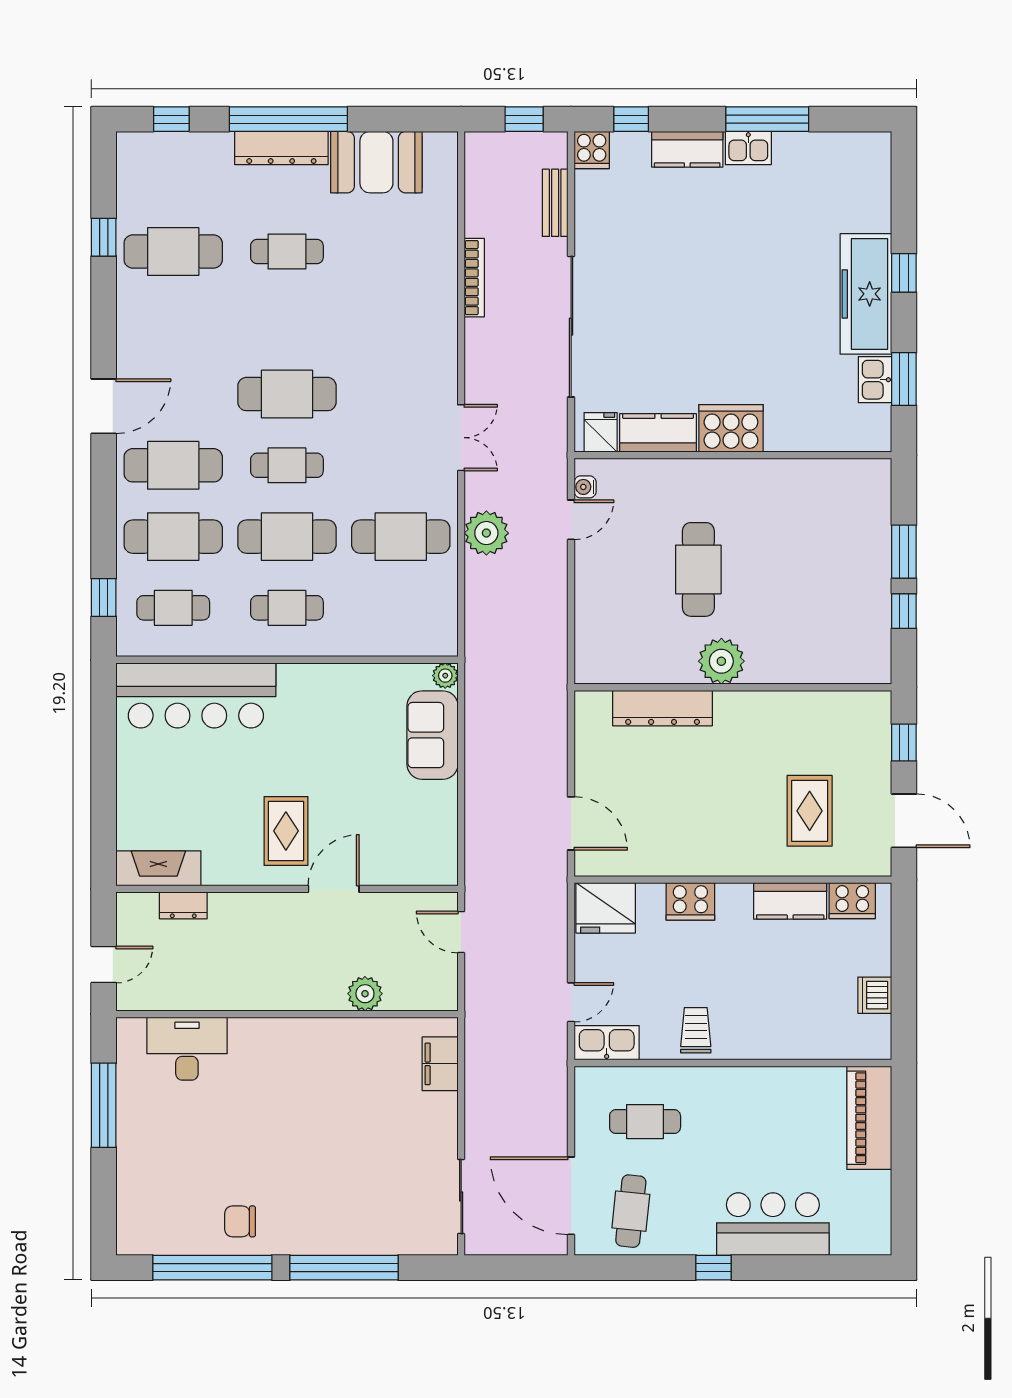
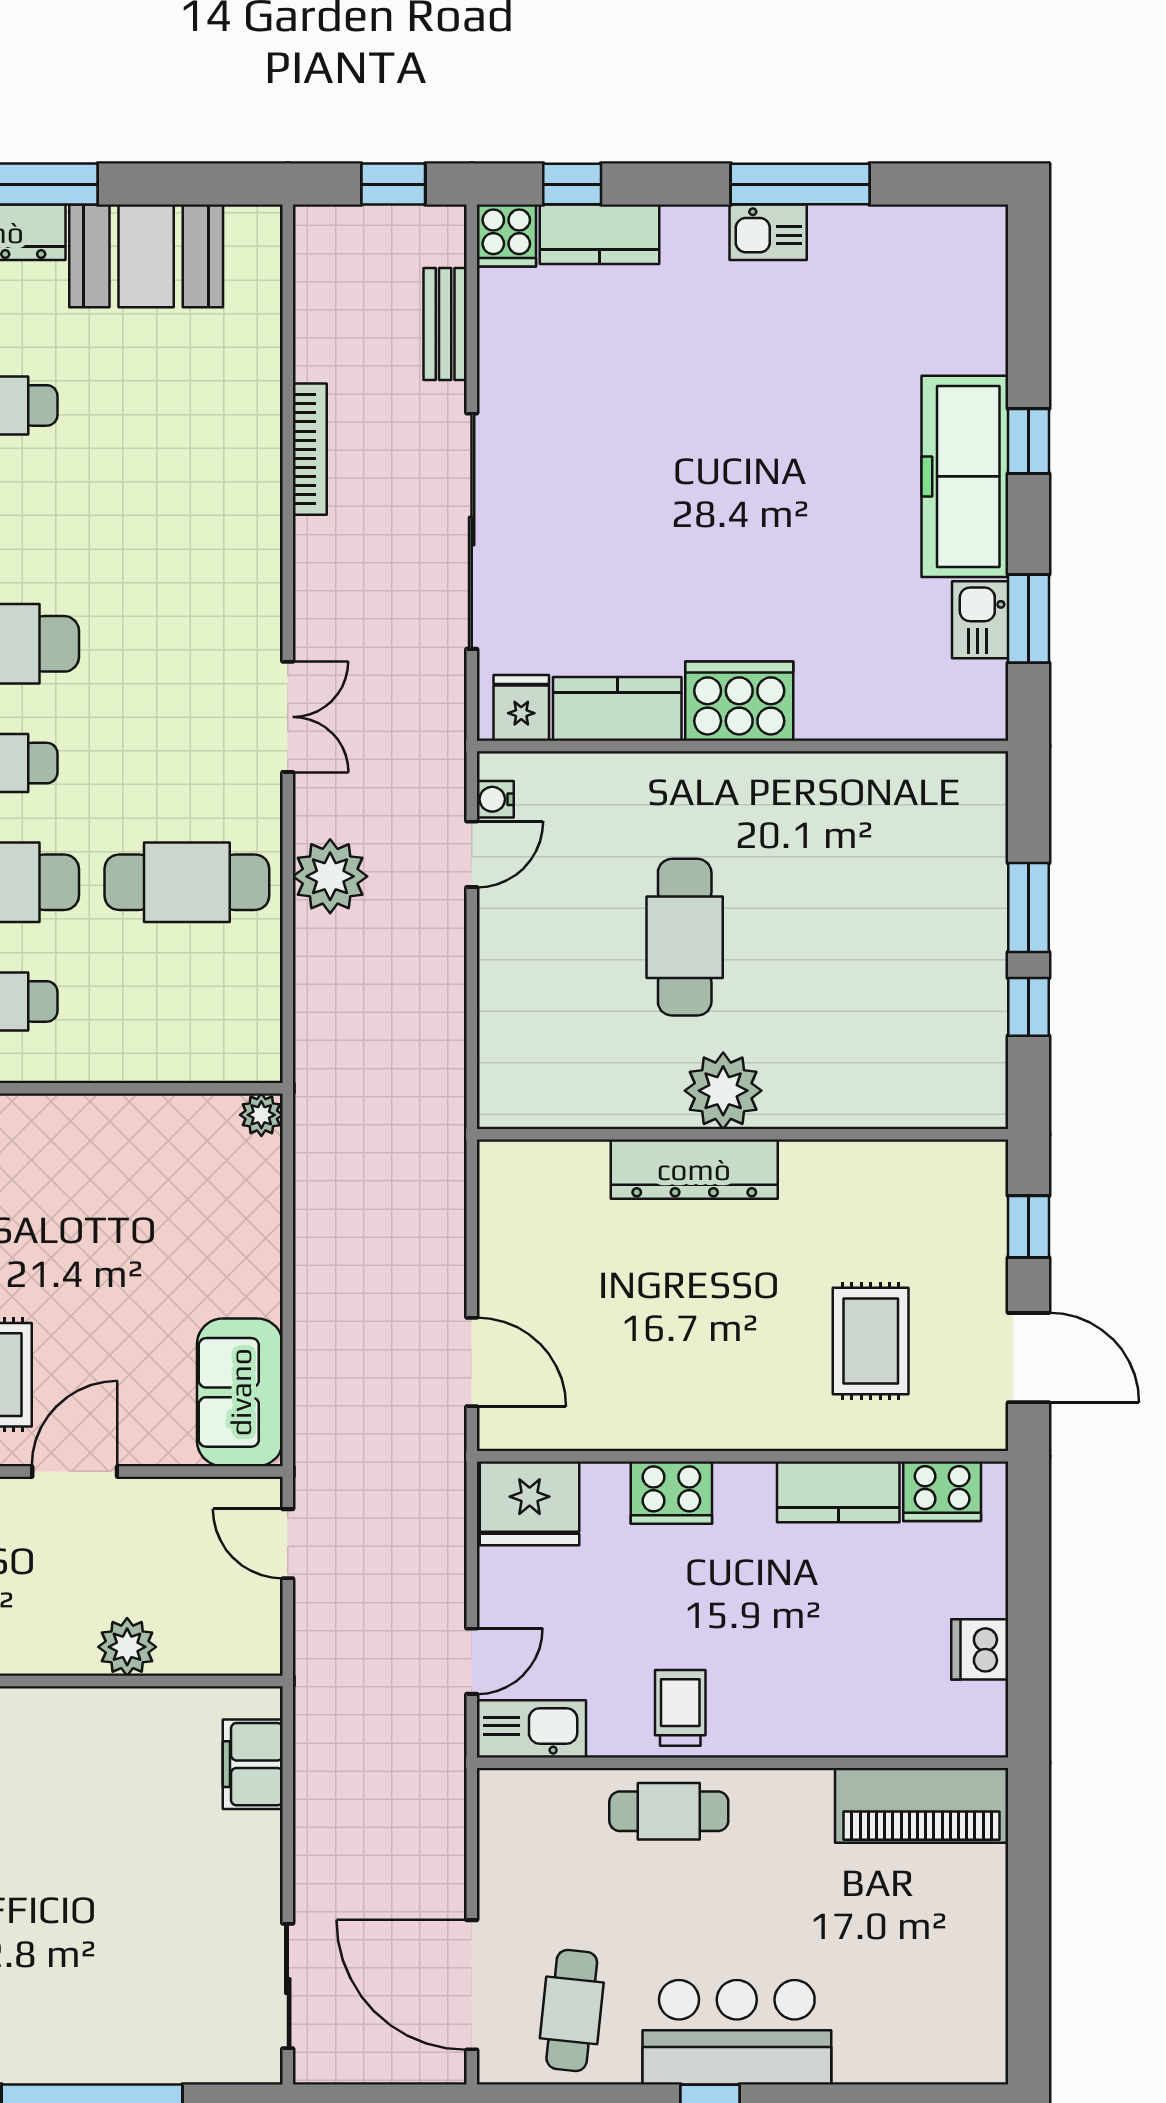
kitchen counter: (687, 149) -> (600, 234), moved
dresser: (663, 708) -> (694, 1169), moved
sofa: (432, 735) -> (240, 1392), moved
piano: (869, 1118) -> (922, 1805), moved, turned -90
cafe table: (645, 1122) -> (669, 1811), moved
bar counter: (773, 1224) -> (737, 2032), moved

